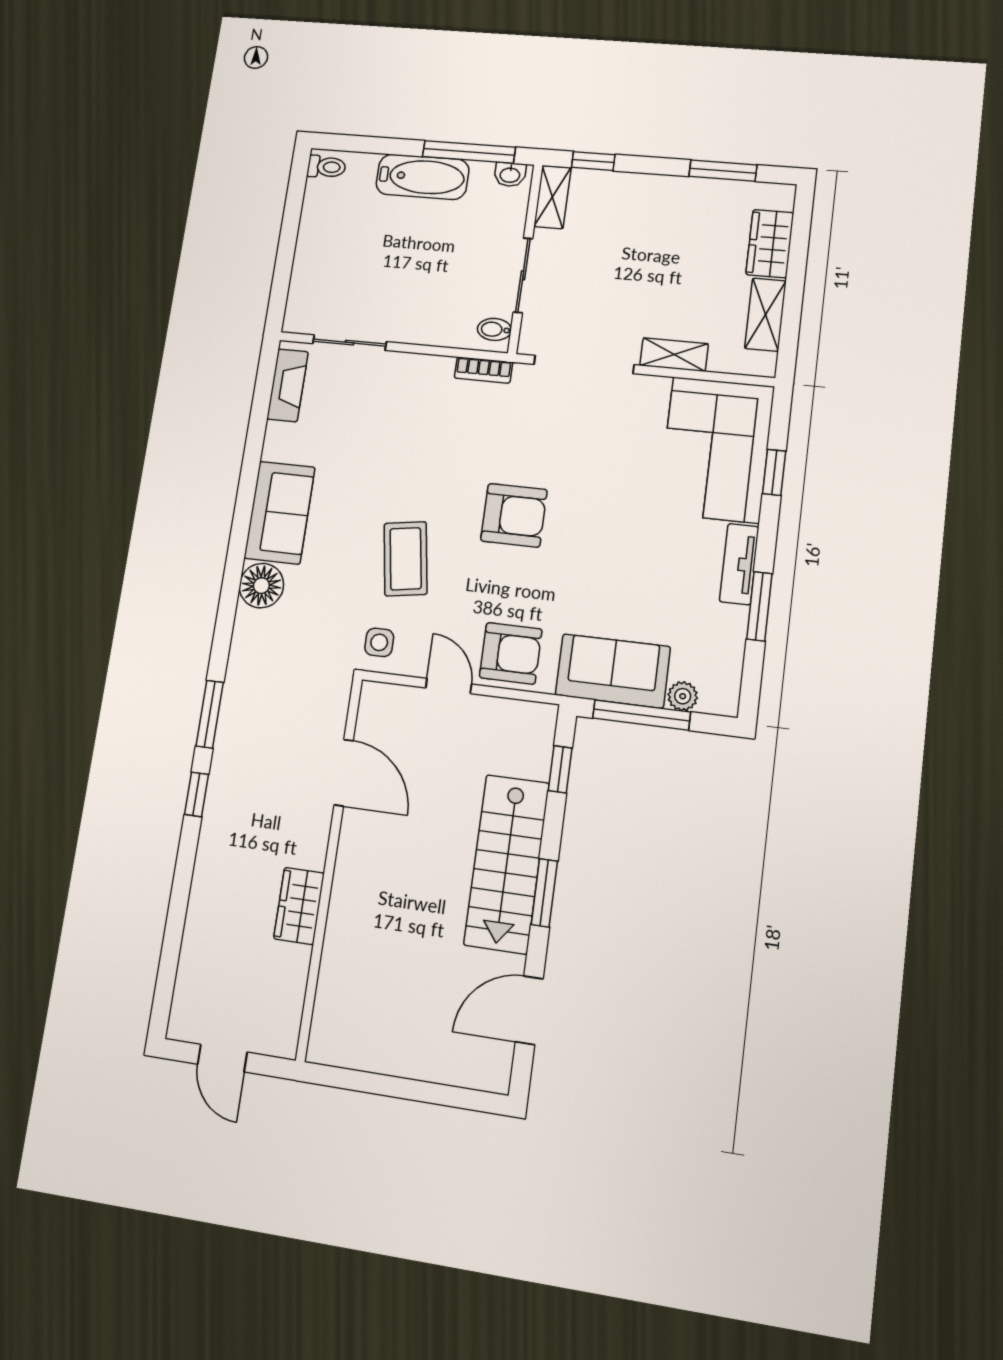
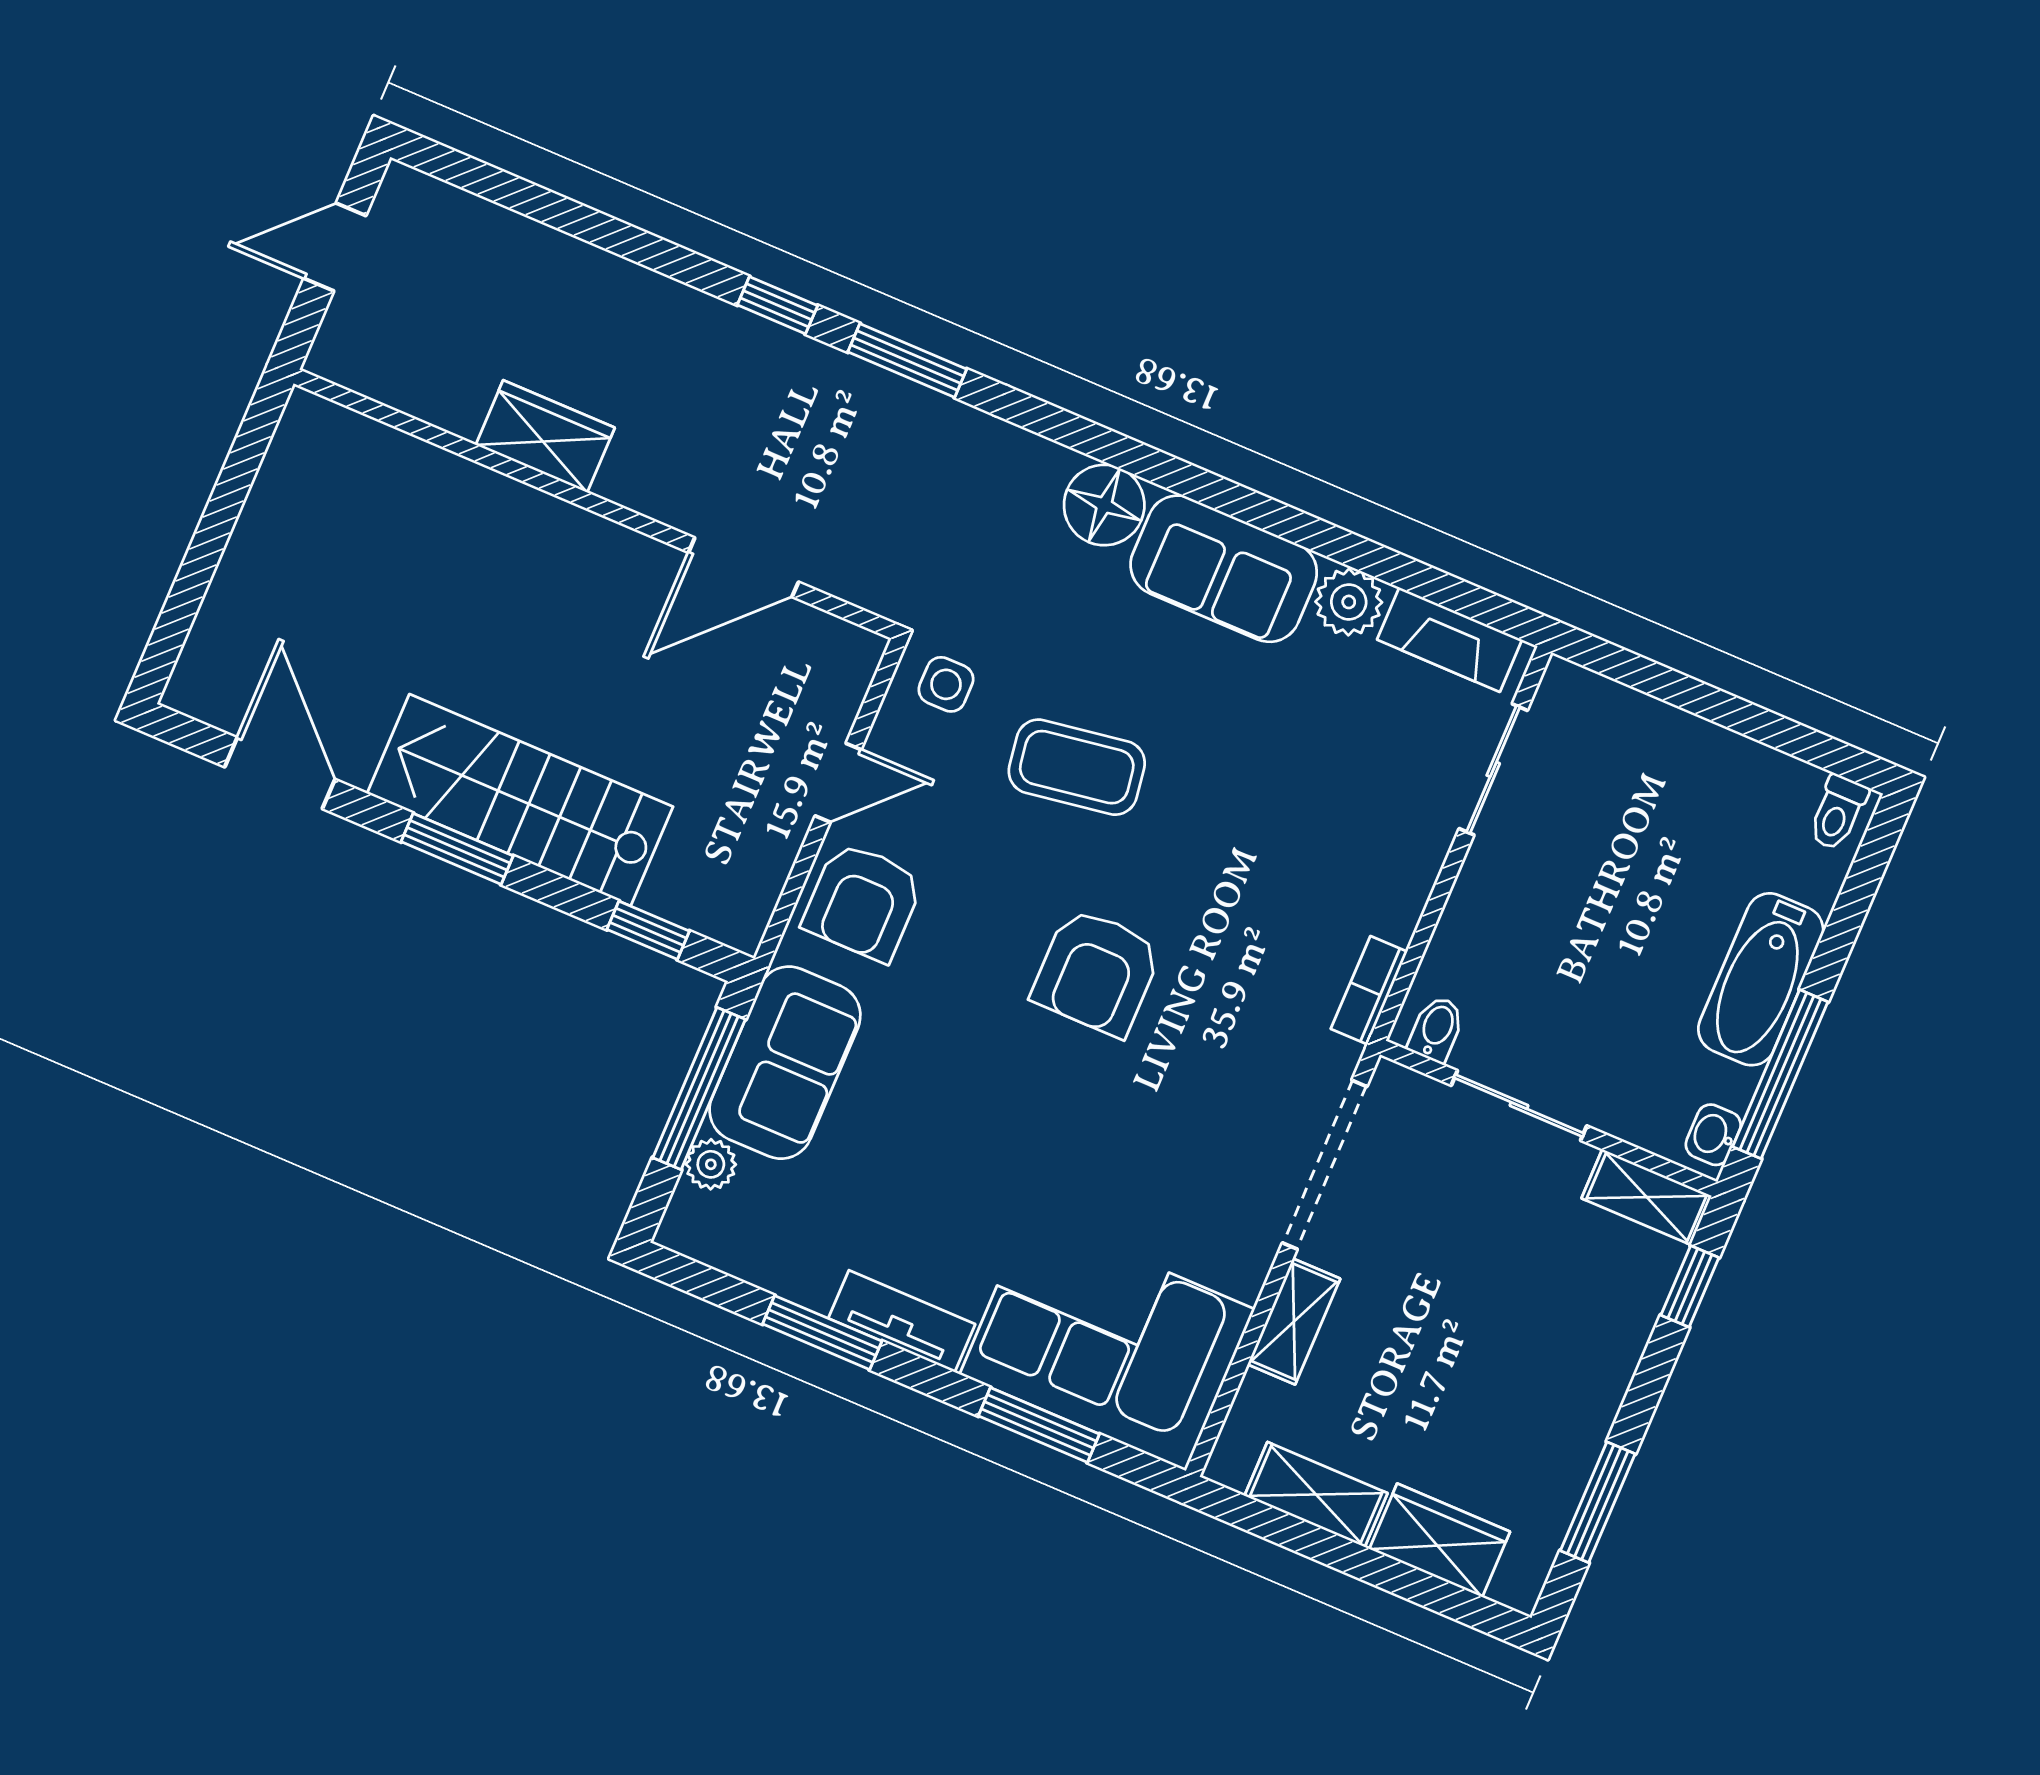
plant: (281, 443) -> (1349, 602), added
window: (774, 472) -> (1039, 1425), width x1.50

